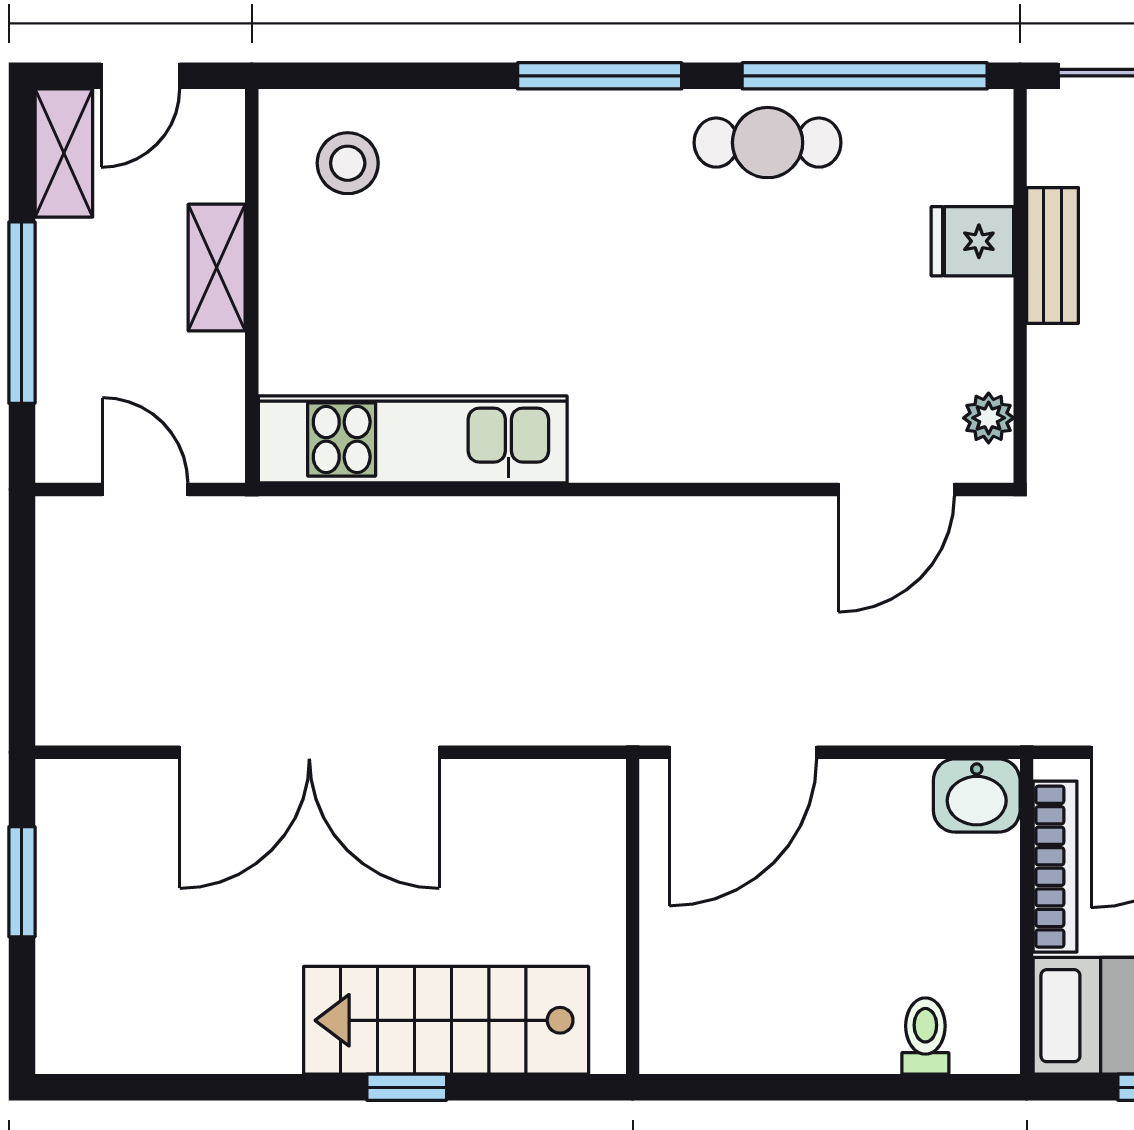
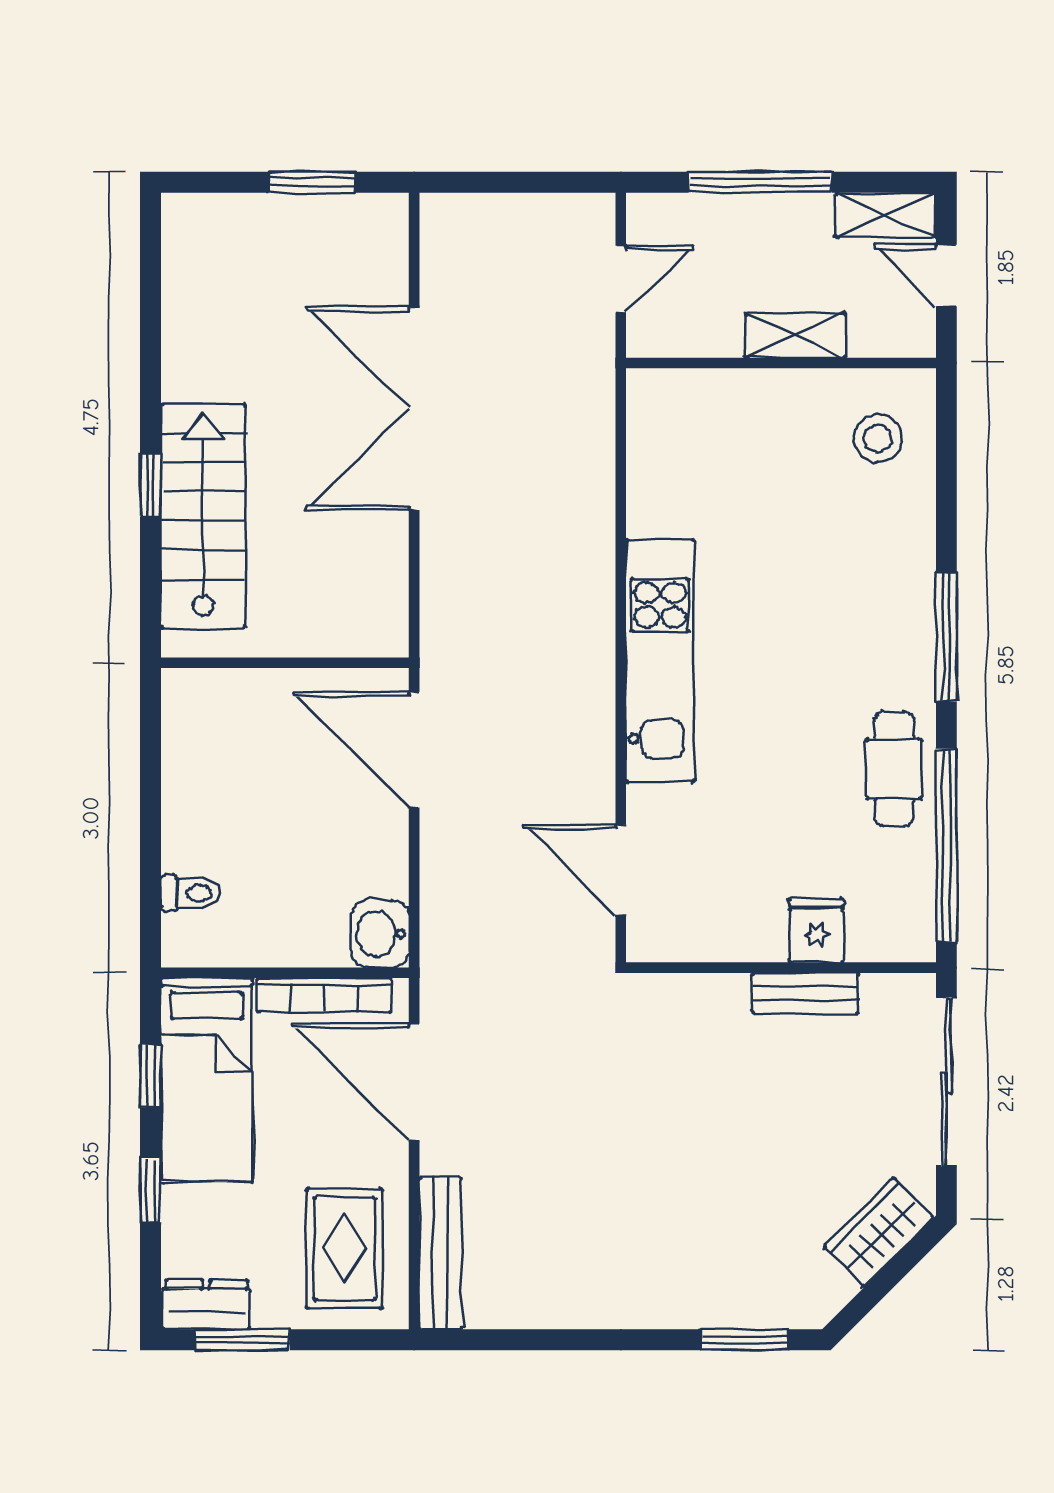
plant: (989, 418) -> (677, 943), removed
kitchen unit: (413, 439) -> (660, 661), moved

